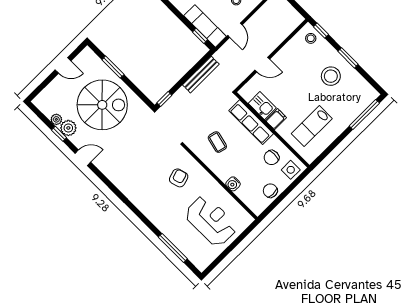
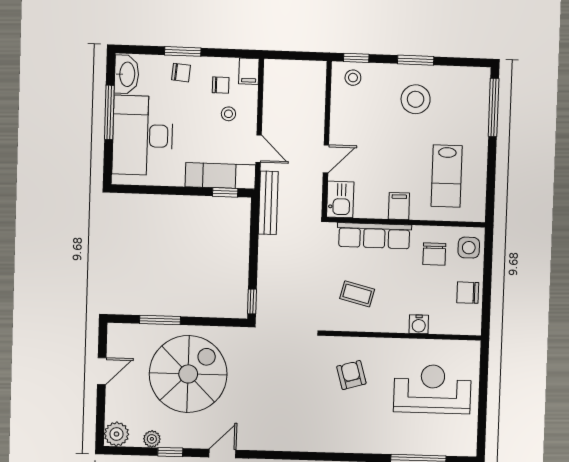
bench: (201, 75) -> (268, 203), moved
kitchen sink: (262, 106) -> (340, 199), moved, turned 90
plant: (68, 128) -> (116, 434), moved

